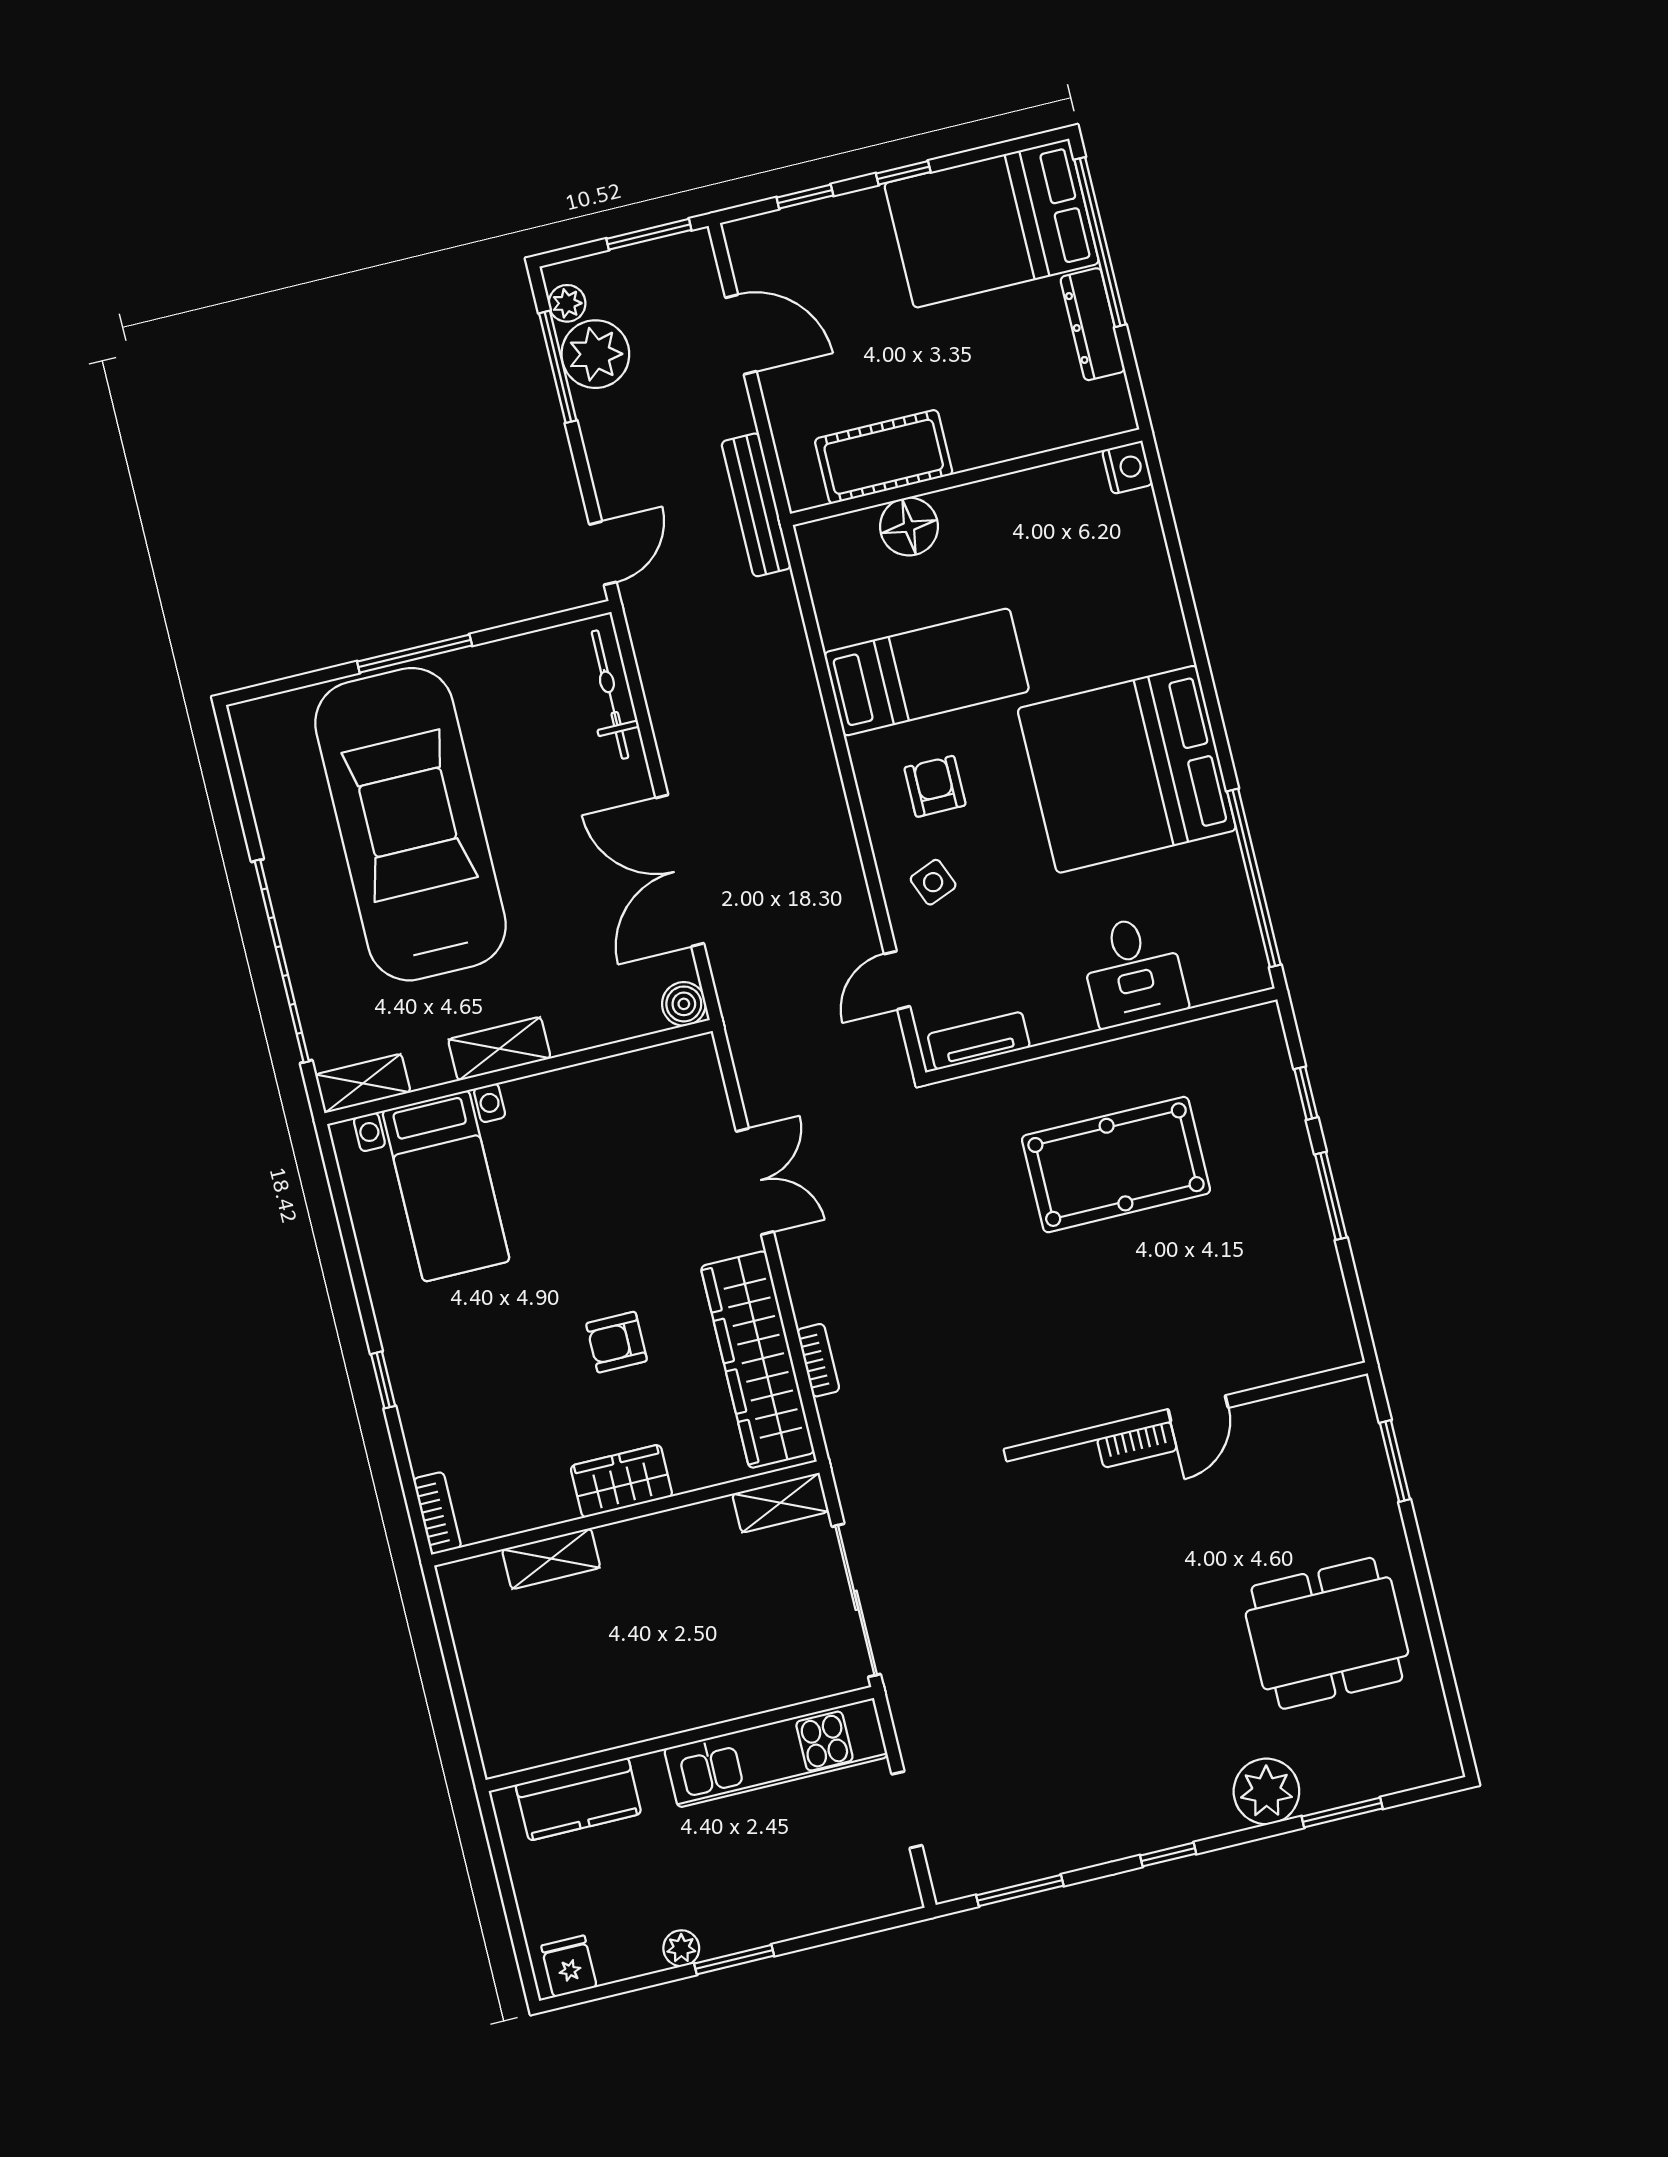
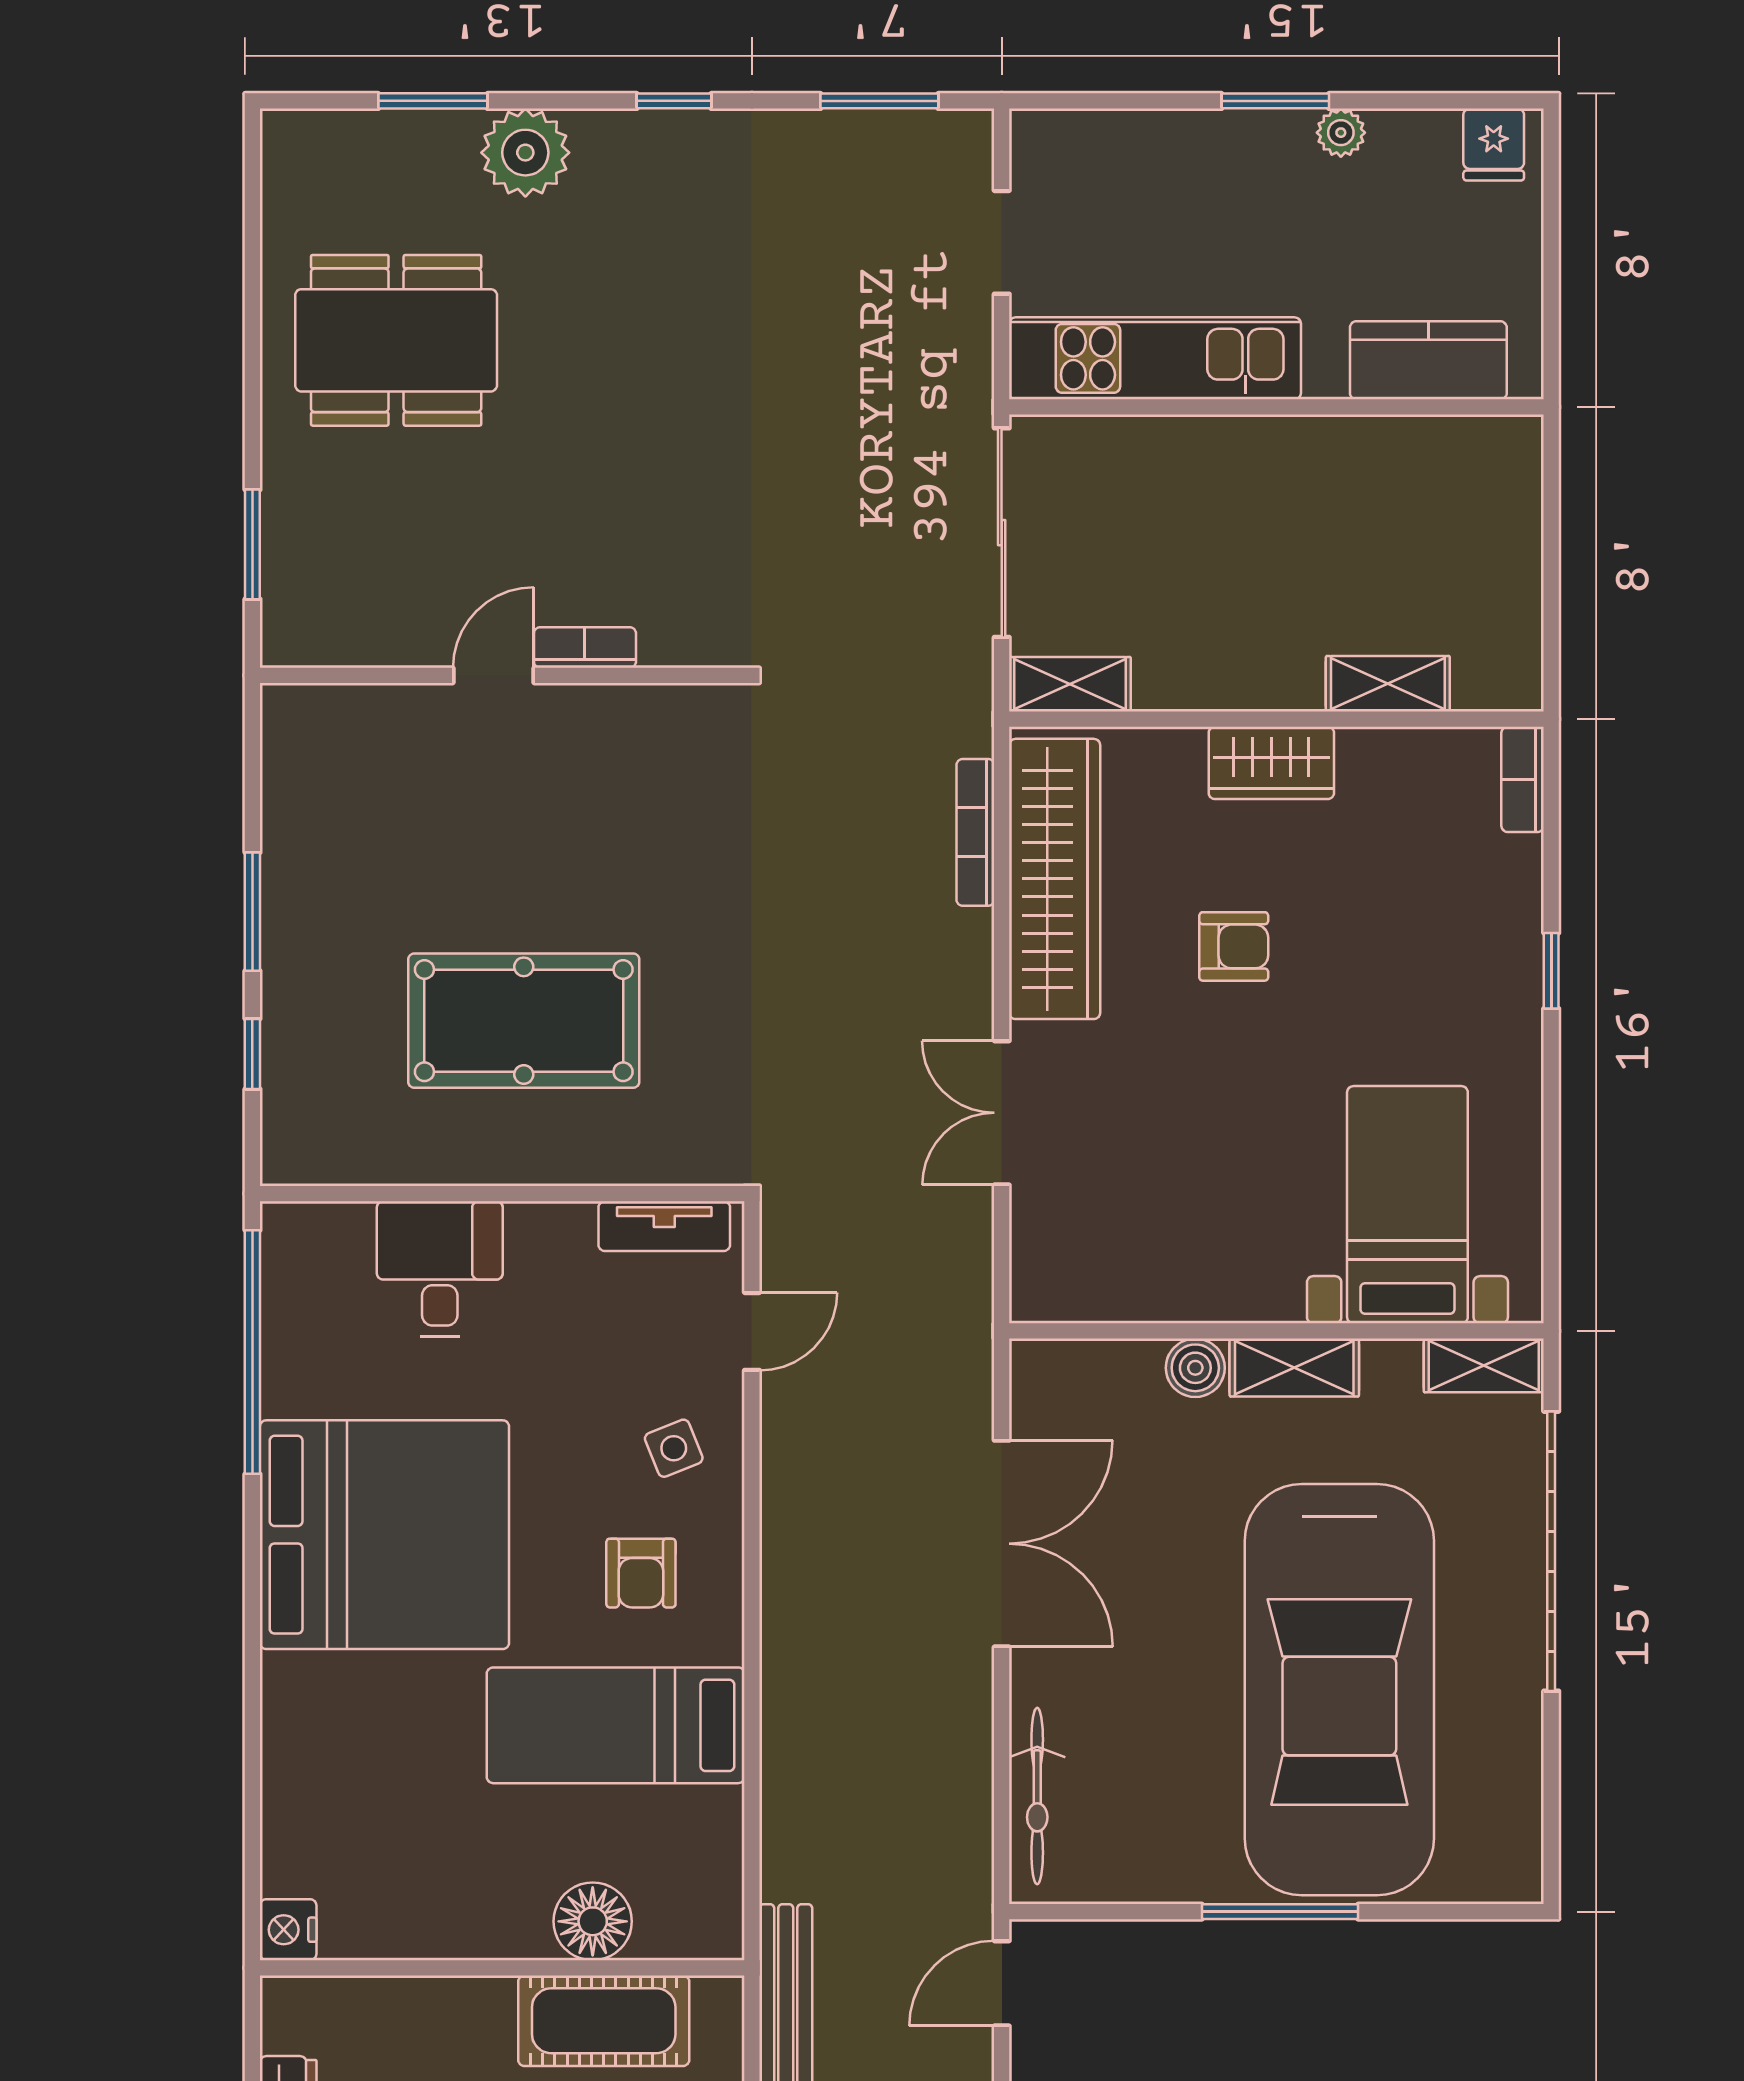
boiler: (684, 1004) -> (1195, 1368), moved
bookcase: (818, 1360) -> (975, 832), width x1.56

